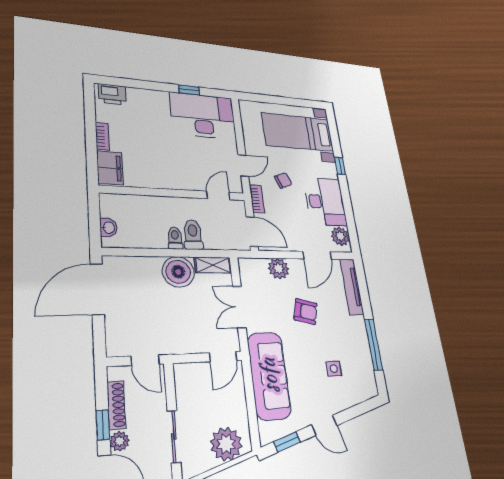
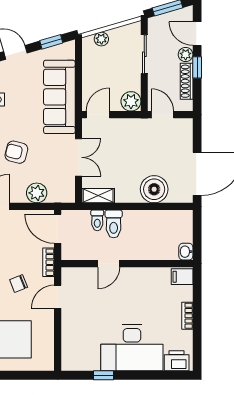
desk: (203, 116) -> (132, 348), moved
filing cabinet: (110, 168) -> (182, 277), width x0.50
door: (218, 195) -> (109, 264), moved
washbasin: (108, 228) -> (186, 252), moved
toilet: (175, 238) -> (97, 220), moved
boiler: (178, 272) -> (154, 189), moved
plant: (186, 375) -> (131, 101), added
plant: (226, 444) -> (101, 39), width x0.53, depth x0.53

